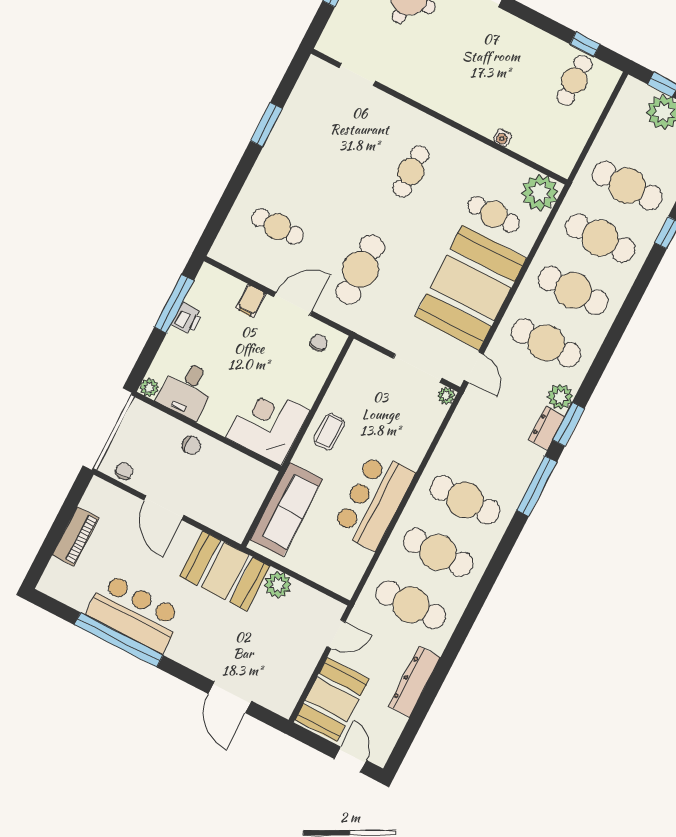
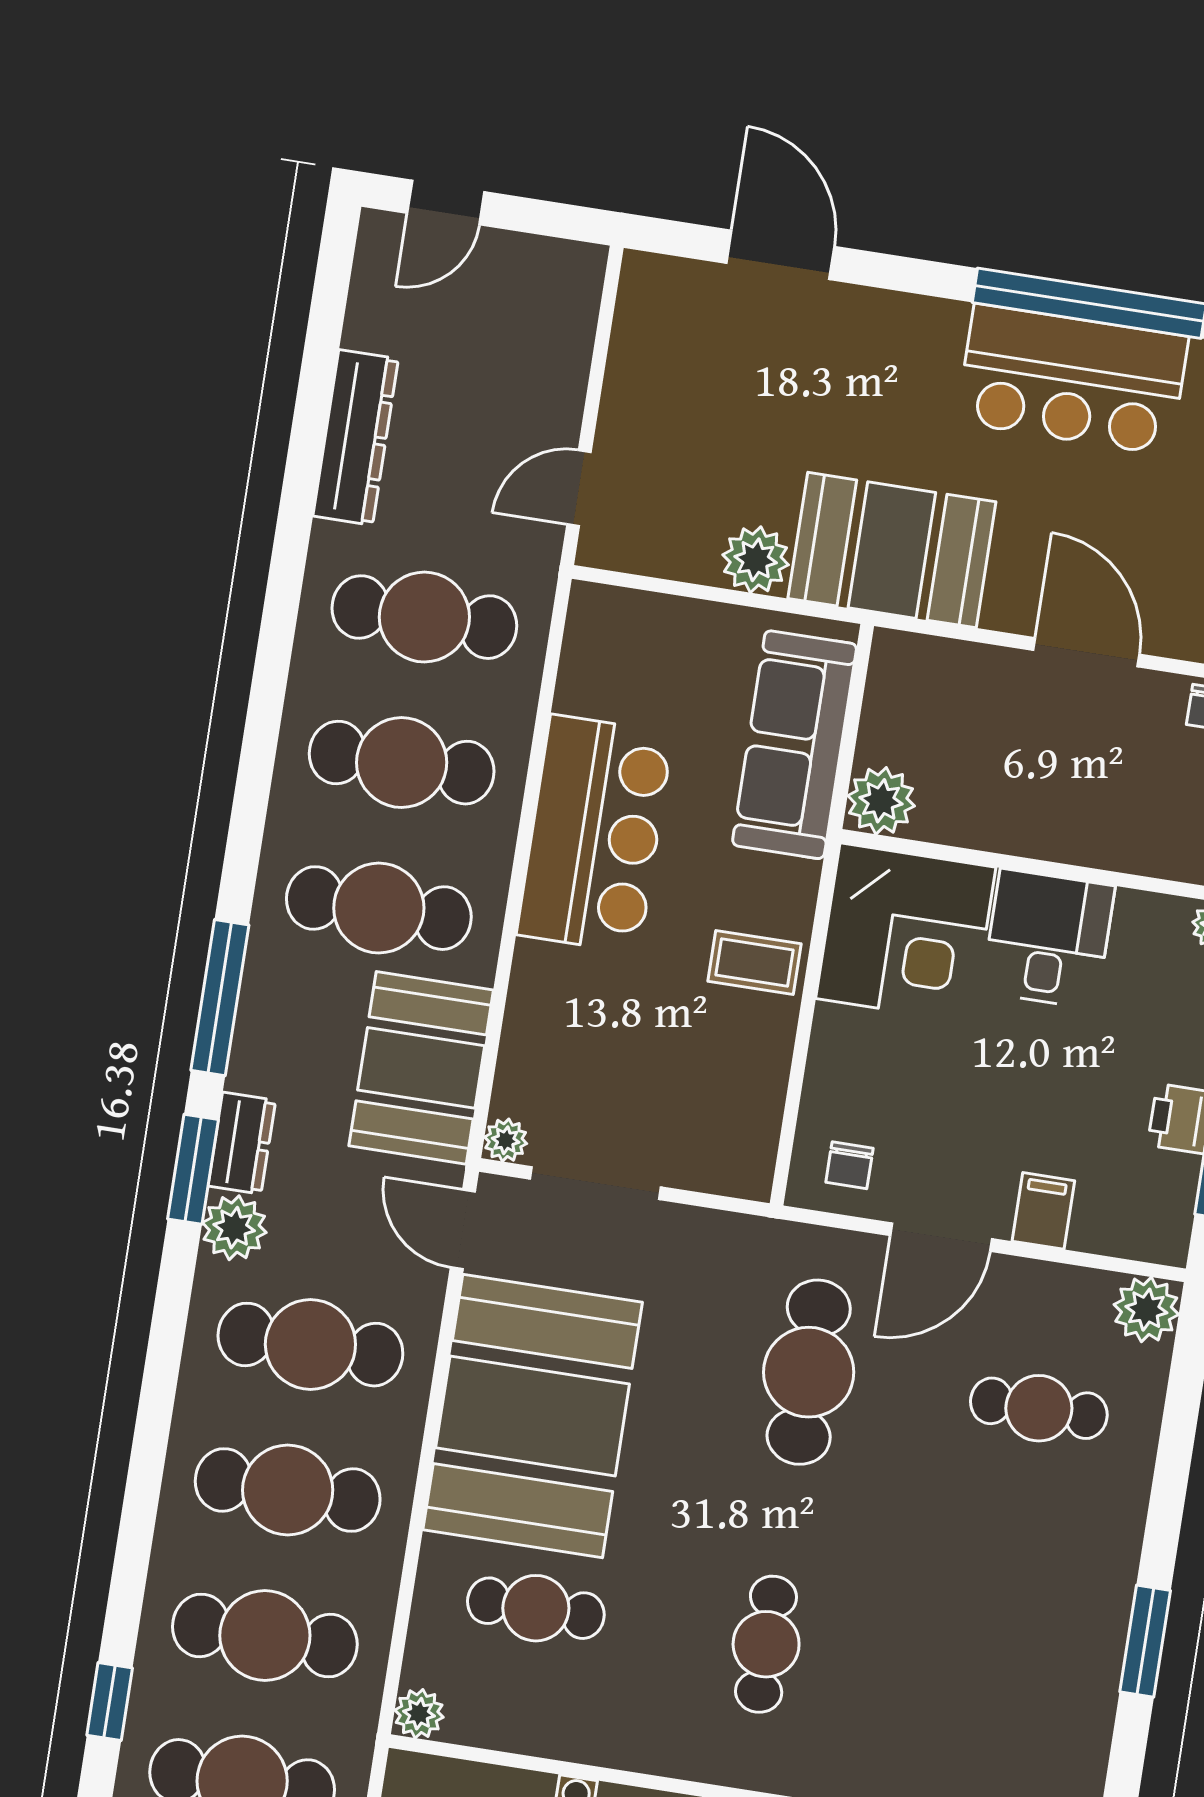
plant: (540, 193) -> (419, 1714), width x0.53, depth x0.53
plant: (224, 250) -> (1146, 1310), added
desk: (187, 390) -> (1048, 939), moved
coffee table: (329, 432) -> (754, 963), turned 90
chair: (191, 445) -> (1070, 822), removed
plant: (261, 477) -> (881, 801), added
booth: (332, 699) -> (421, 1068), moved
door: (350, 760) -> (446, 202), hinge flipped

